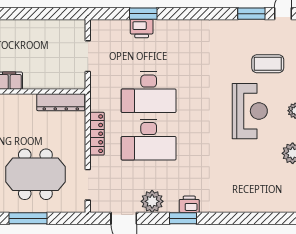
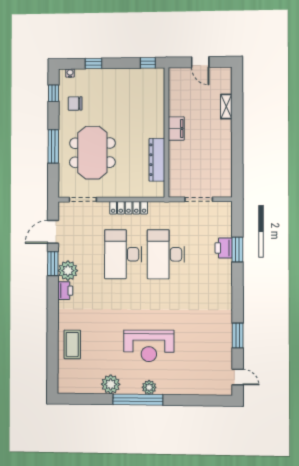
window: (251, 14) -> (238, 335), moved
coffee table: (268, 64) -> (72, 344), moved
dresser: (61, 102) -> (157, 160), moved
plant: (152, 201) -> (68, 271), moved
window: (183, 218) -> (53, 264), moved

